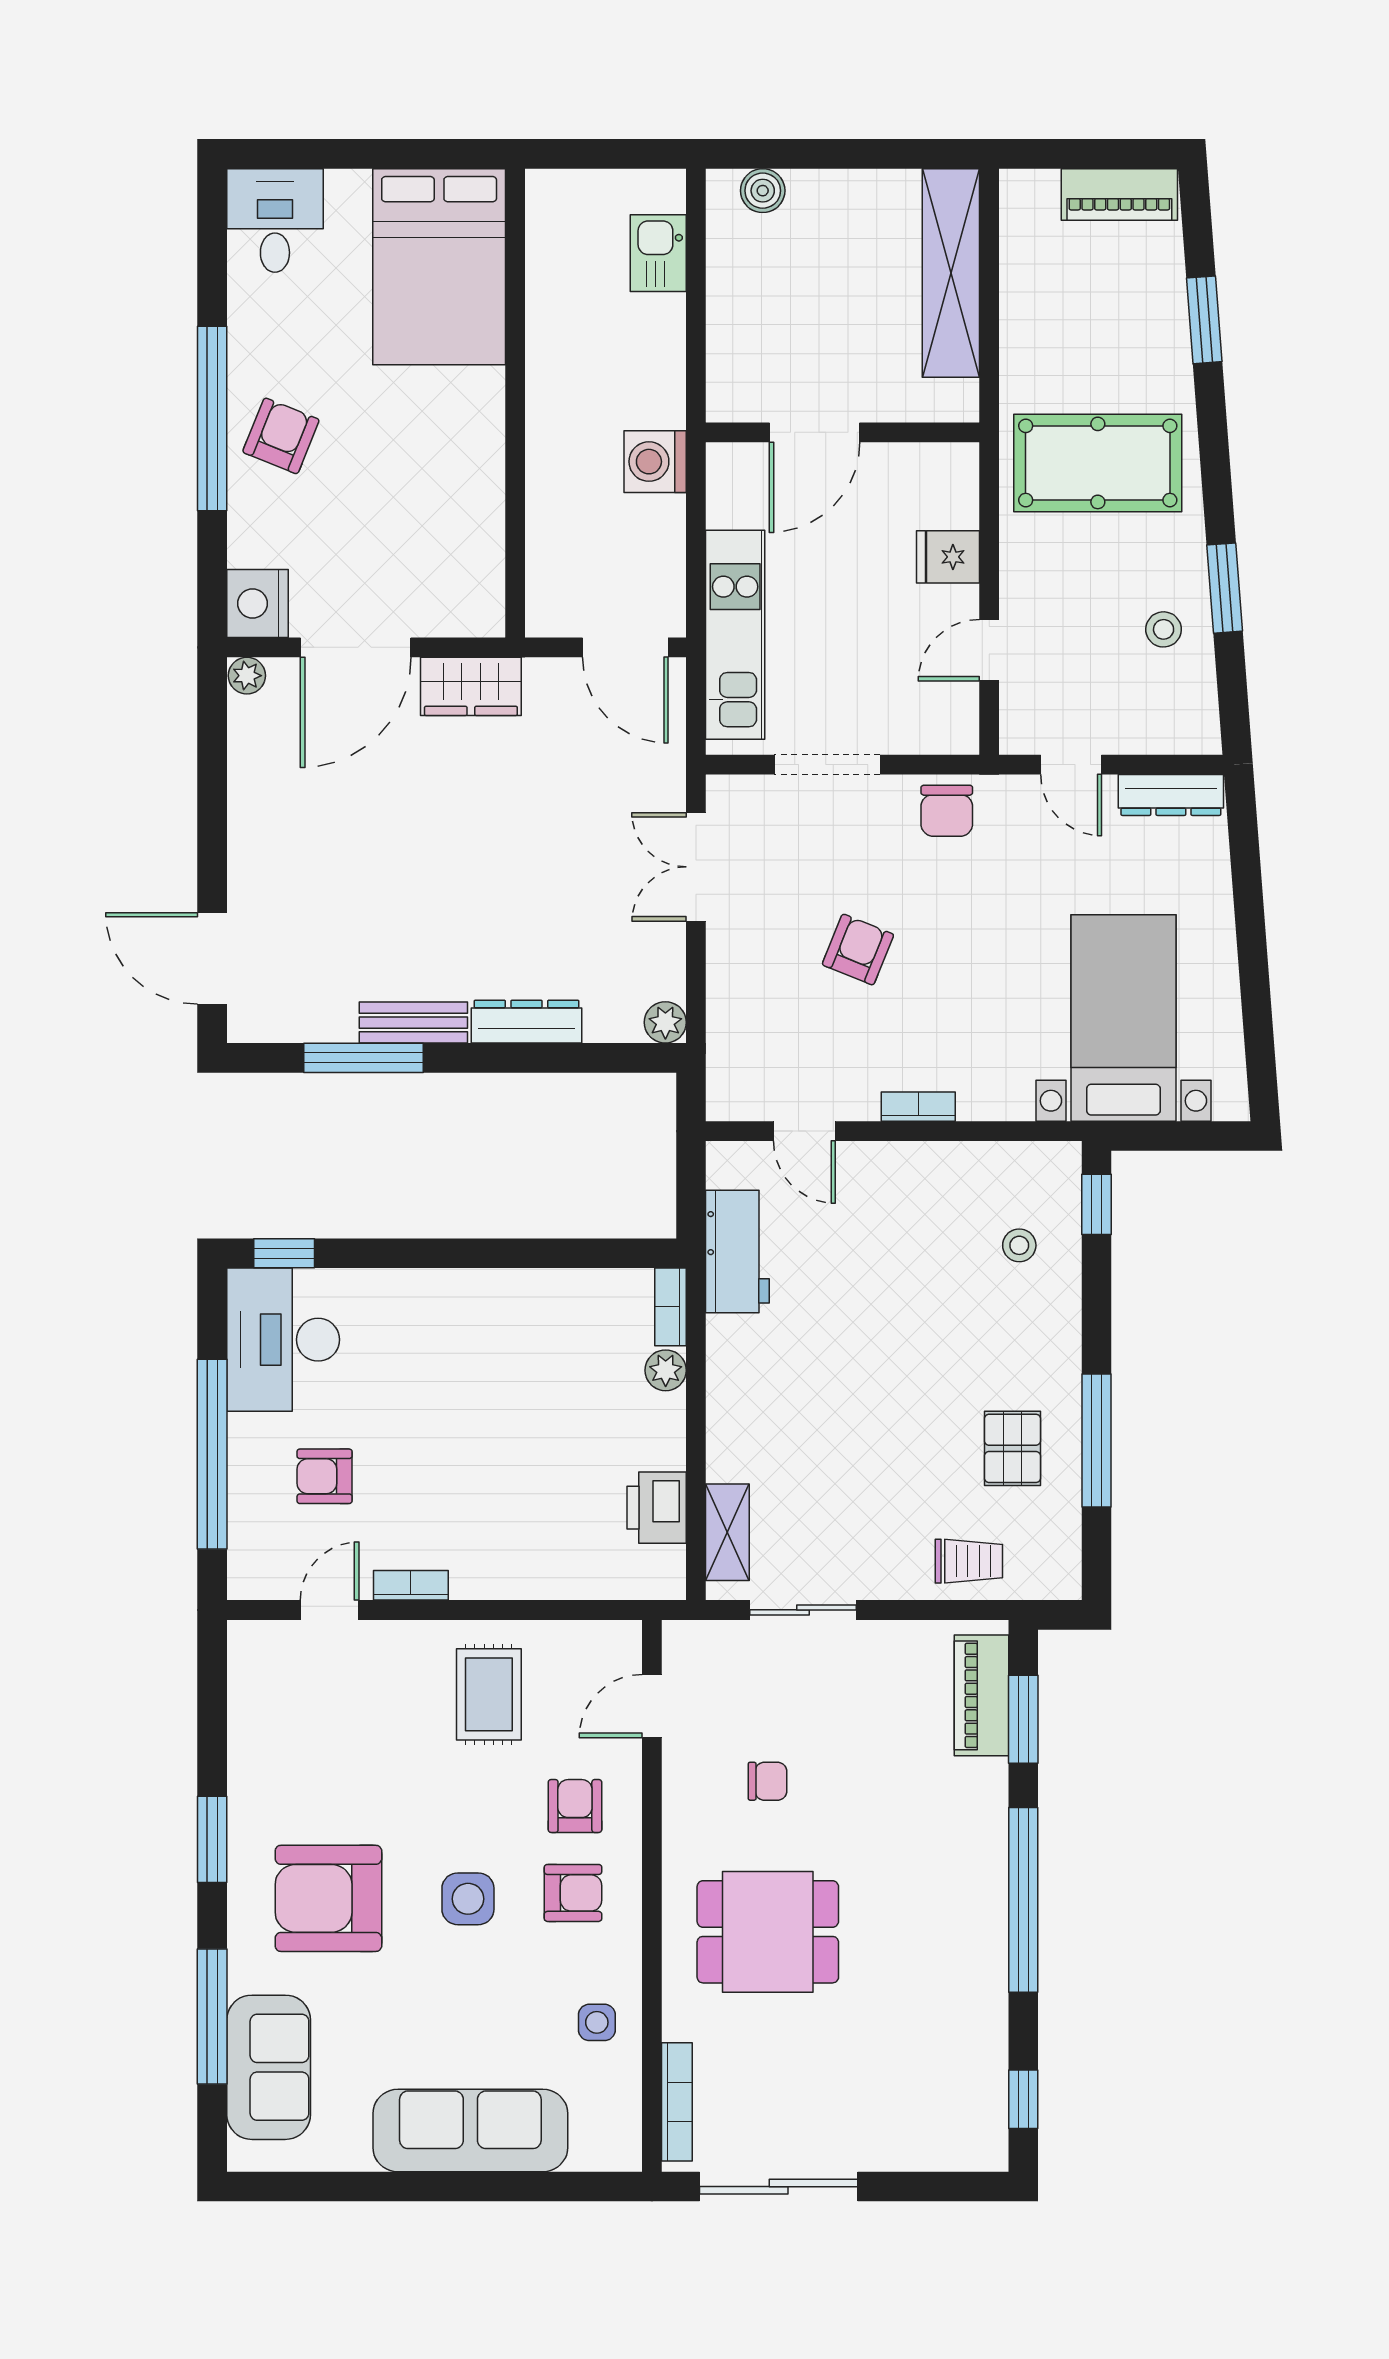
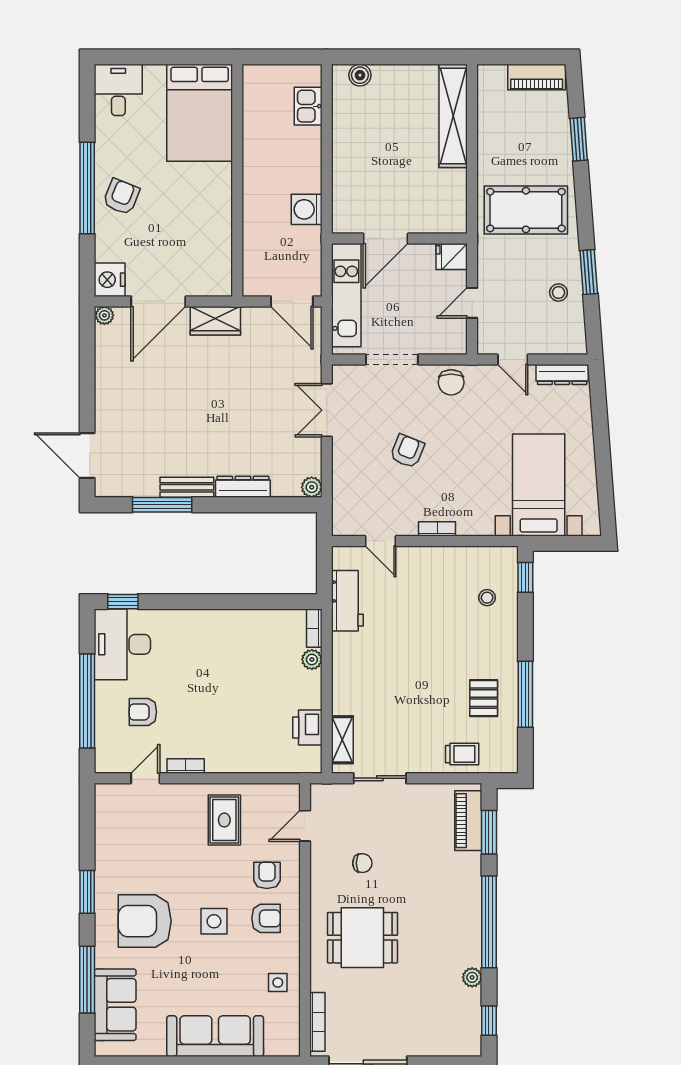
door: (815, 432) -> (386, 238), moved
wall: (842, 432) -> (399, 238), moved
plant: (989, 2012) -> (472, 977), added

